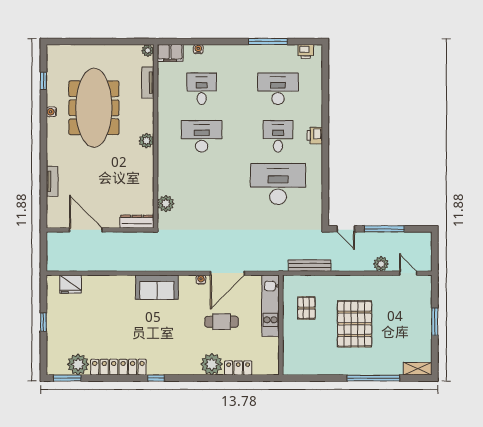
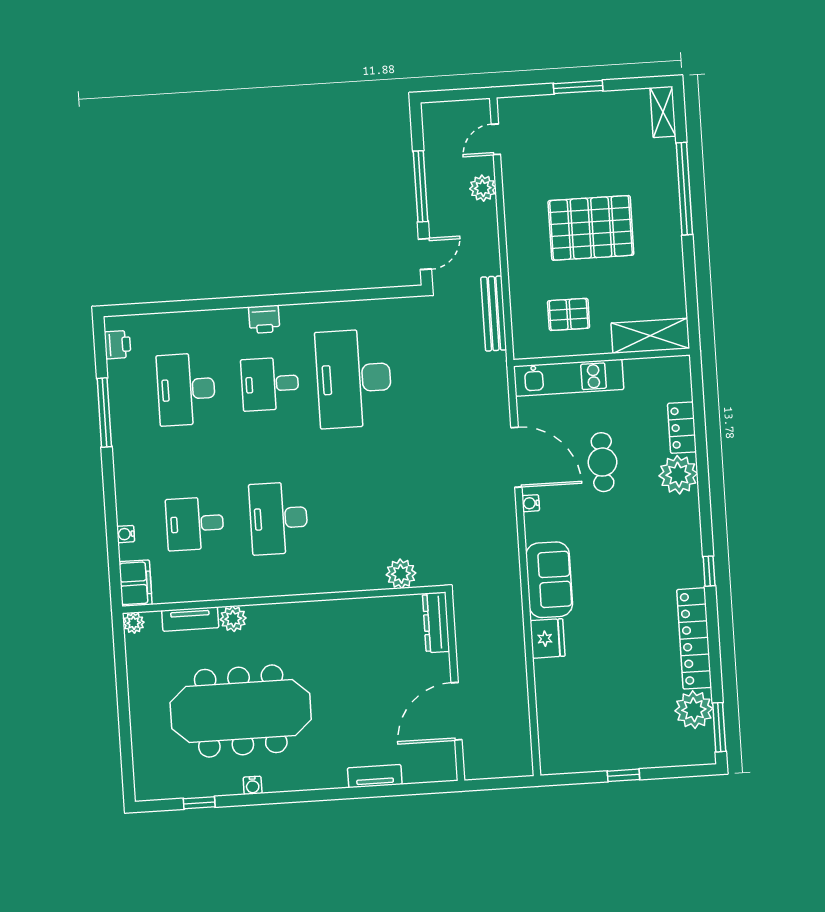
plant: (146, 141) -> (233, 619), moved
fridge: (70, 284) -> (548, 638), moved
shelving: (291, 353) -> (650, 336), added

